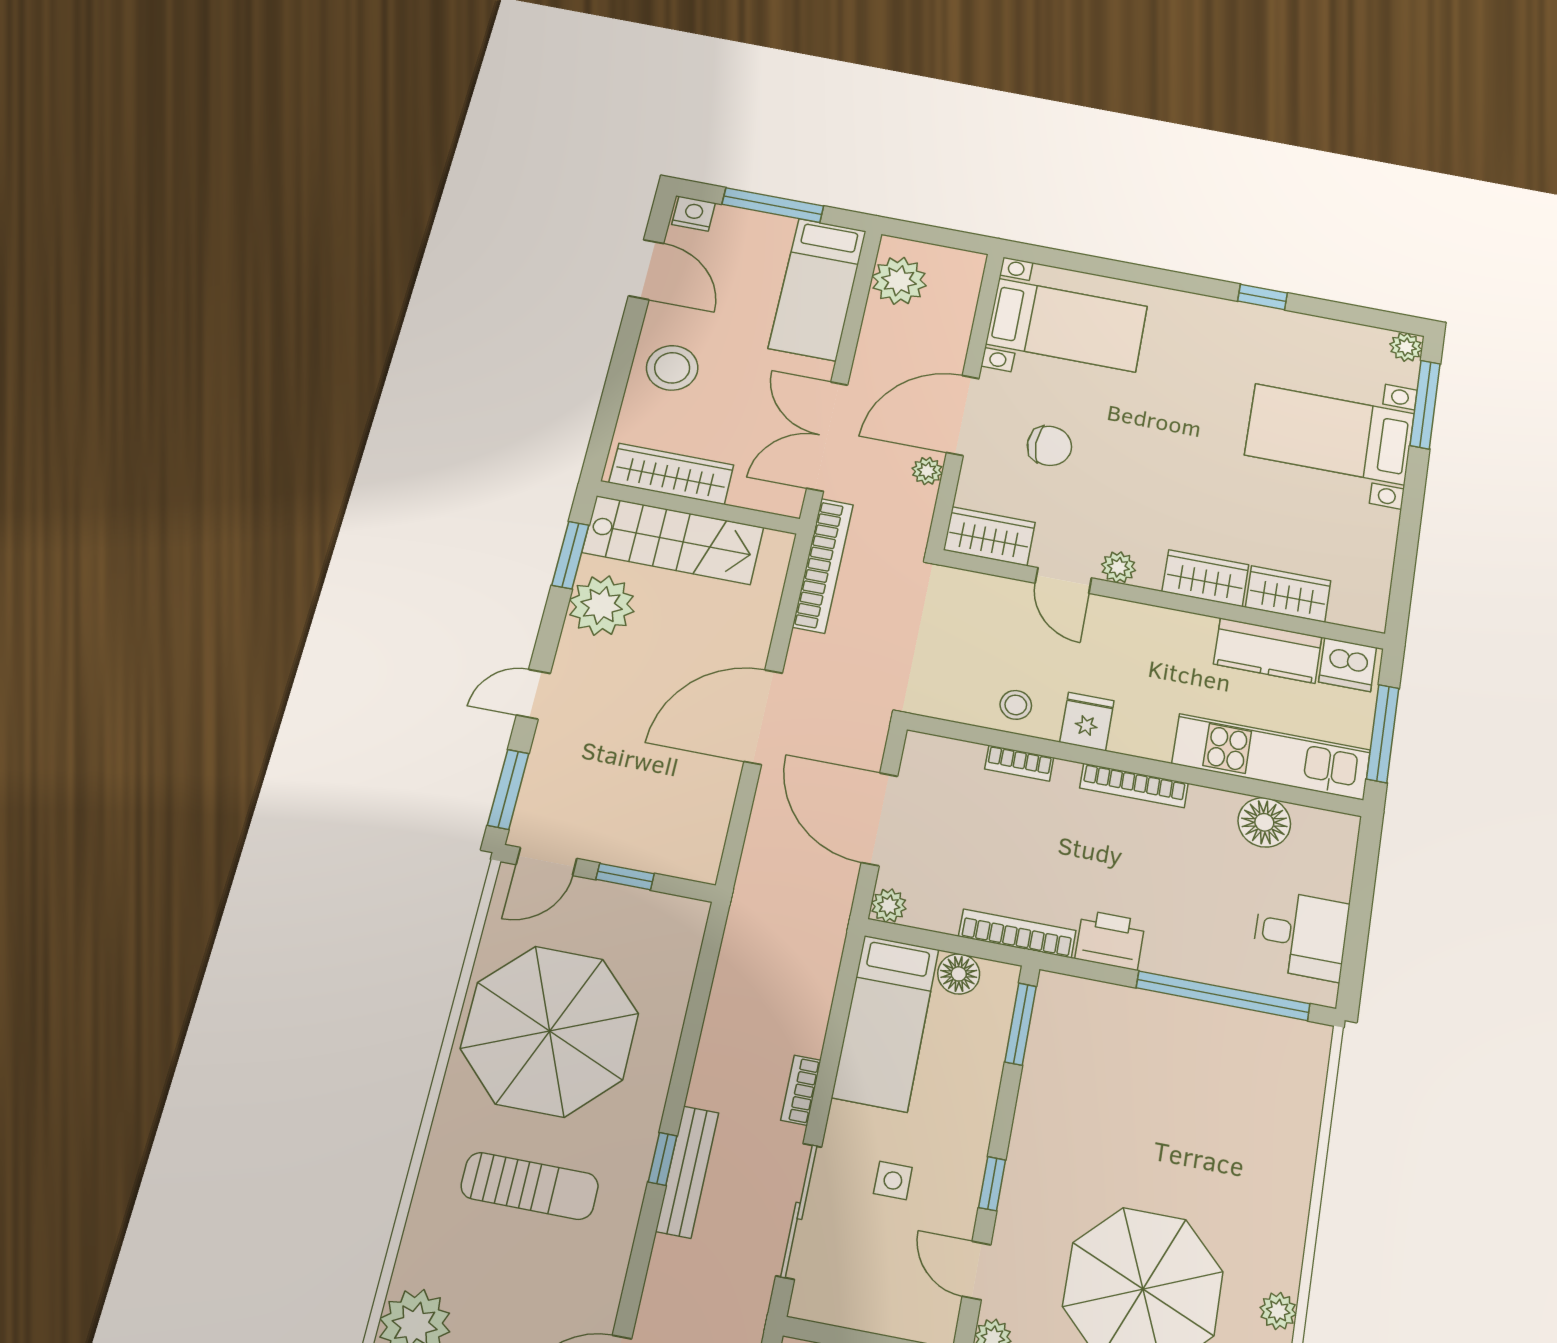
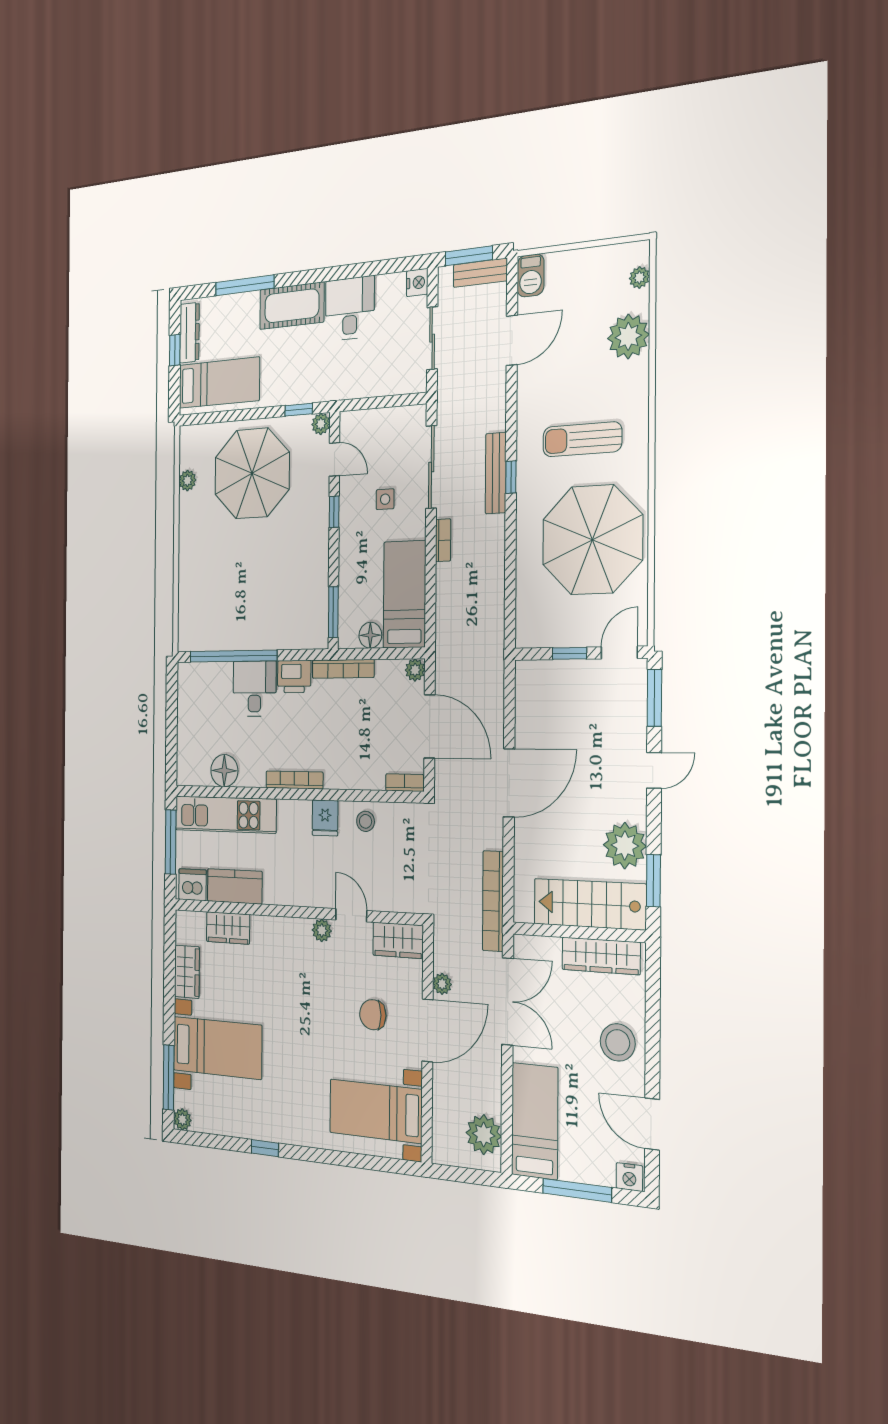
wardrobe: (1205, 578) -> (187, 972), moved, turned -90
bookcase: (1019, 763) -> (405, 783), moved
desk: (1301, 935) -> (254, 689), moved, turned 90

